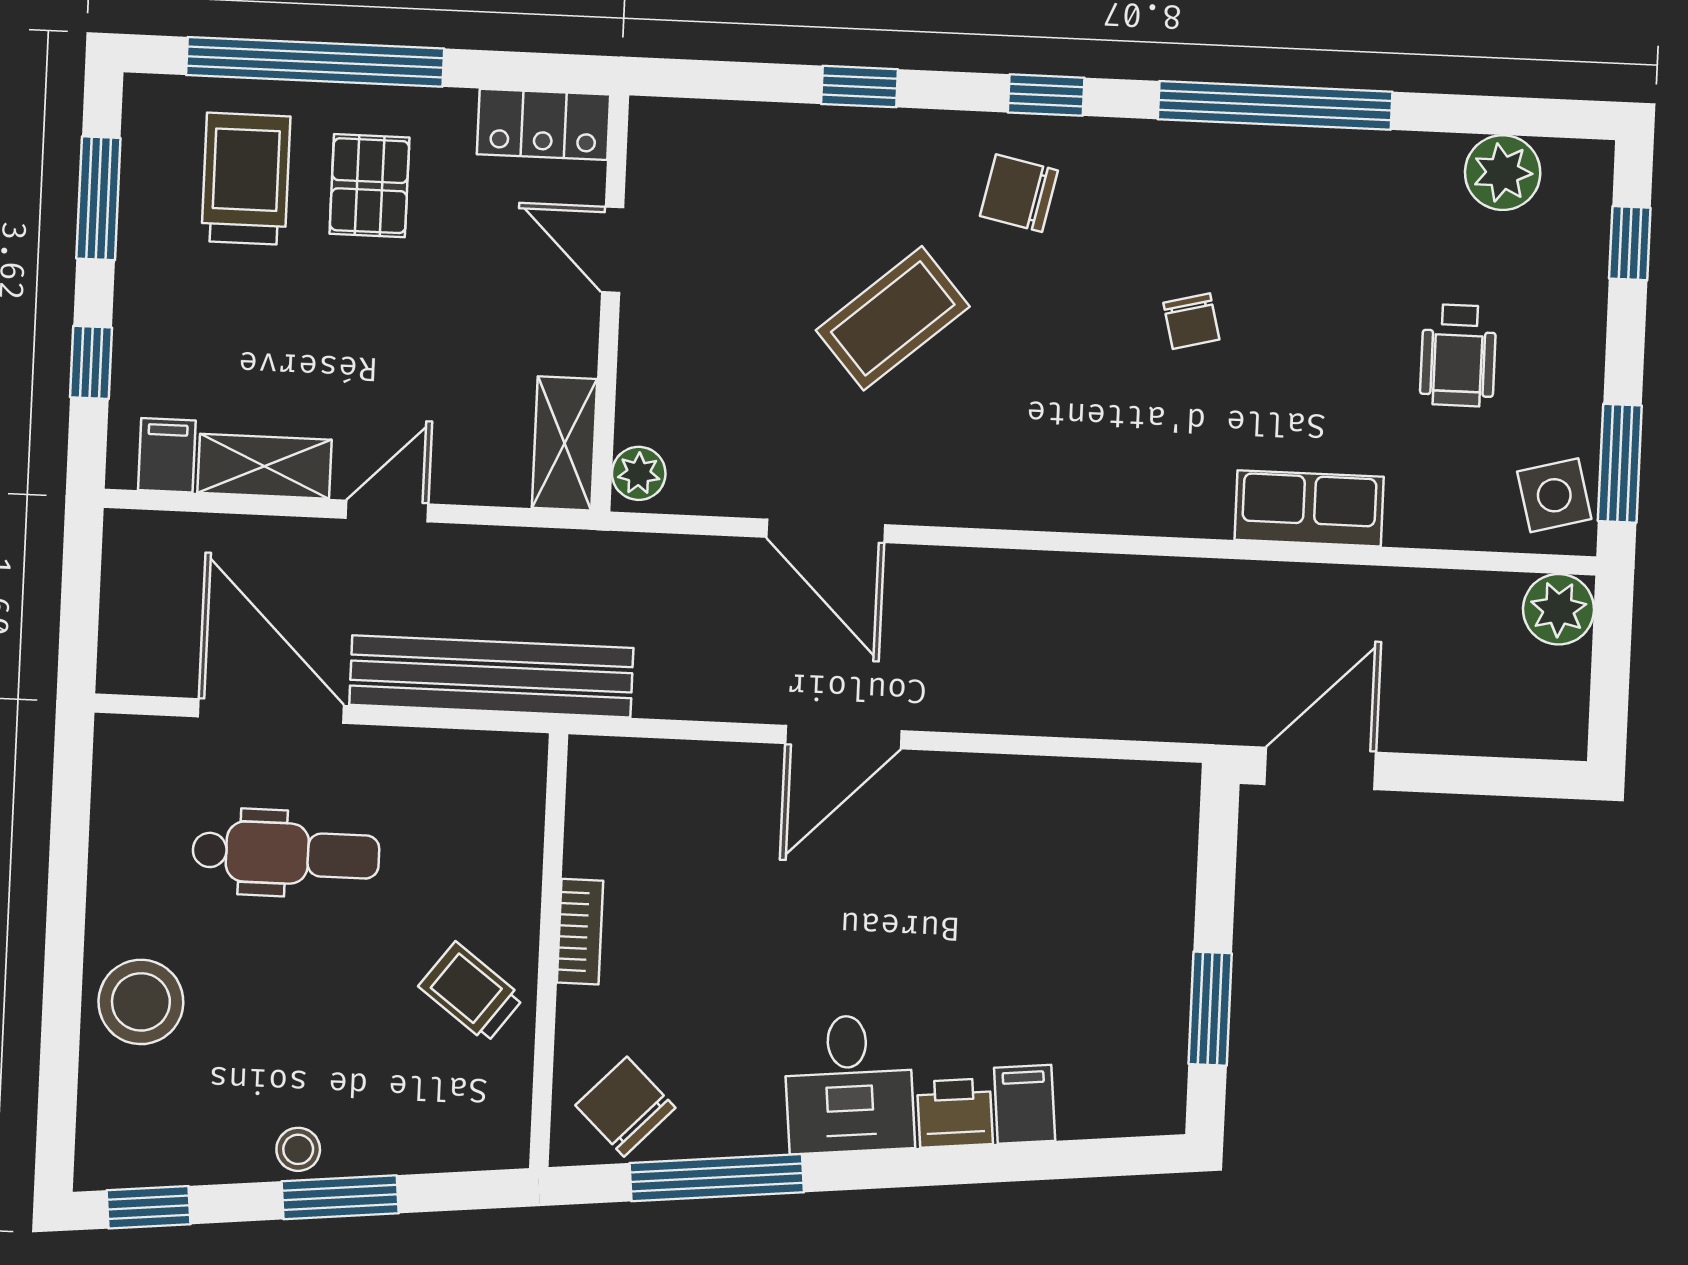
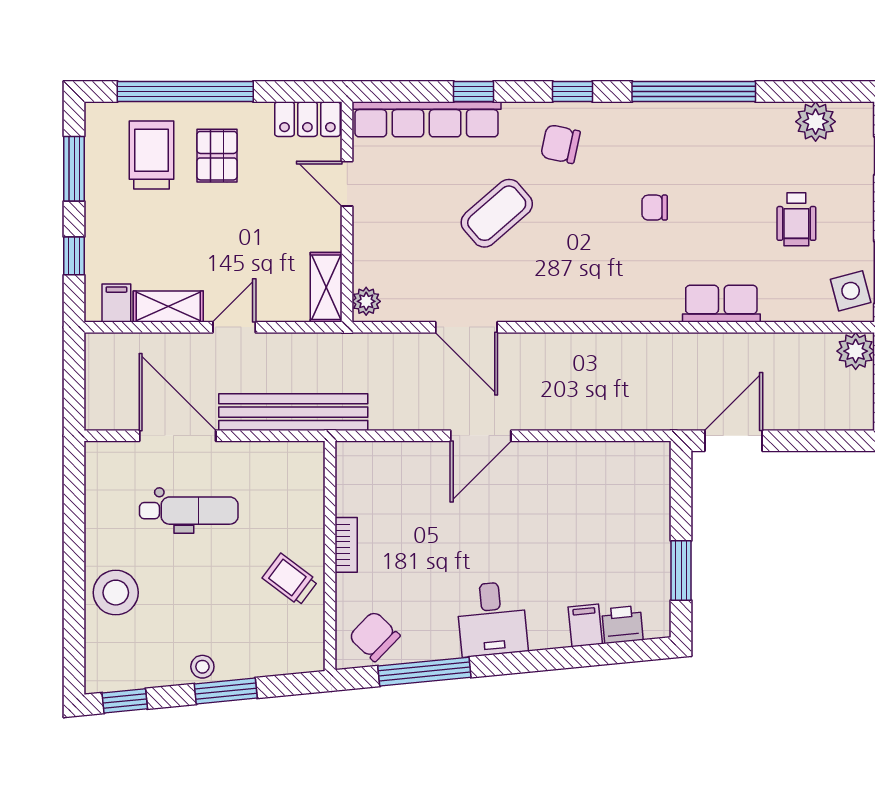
row of seats: (768, 135) -> (426, 119), added
chair: (1191, 321) -> (655, 208), turned 104
printer: (955, 1113) -> (622, 624), moved

